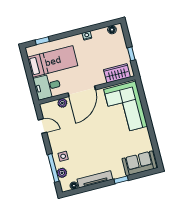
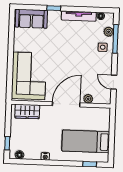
window: (131, 54) -> (7, 143), moved
desk: (47, 86) -> (98, 119), removed

